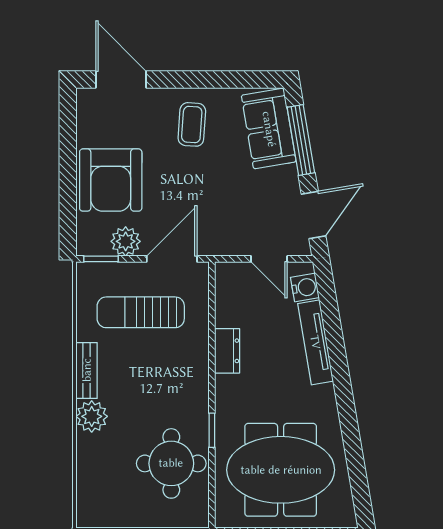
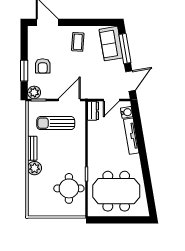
armchair: (111, 180) -> (43, 66), width x0.53, depth x0.53
window: (68, 191) -> (24, 71), added
plant: (126, 241) -> (34, 92), moved
door: (269, 259) -> (111, 100), hinge flipped
dresser: (227, 351) -> (93, 111), moved

